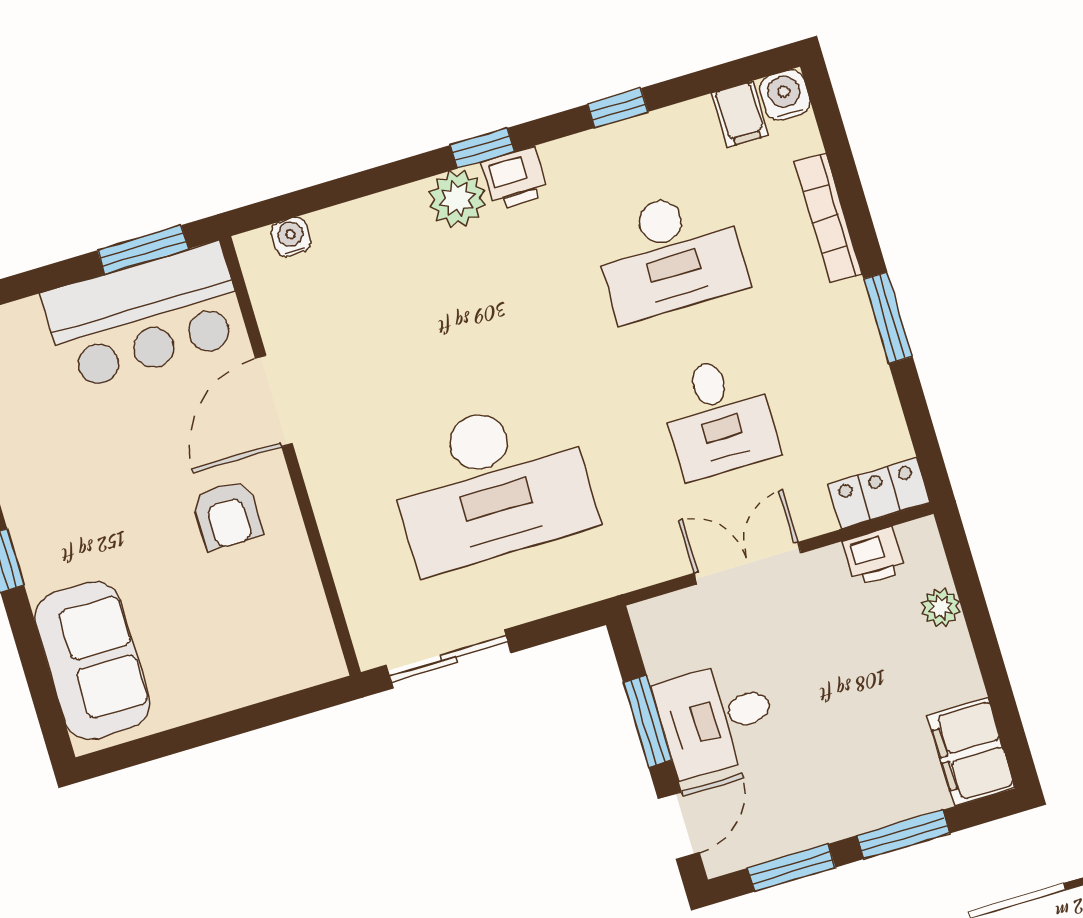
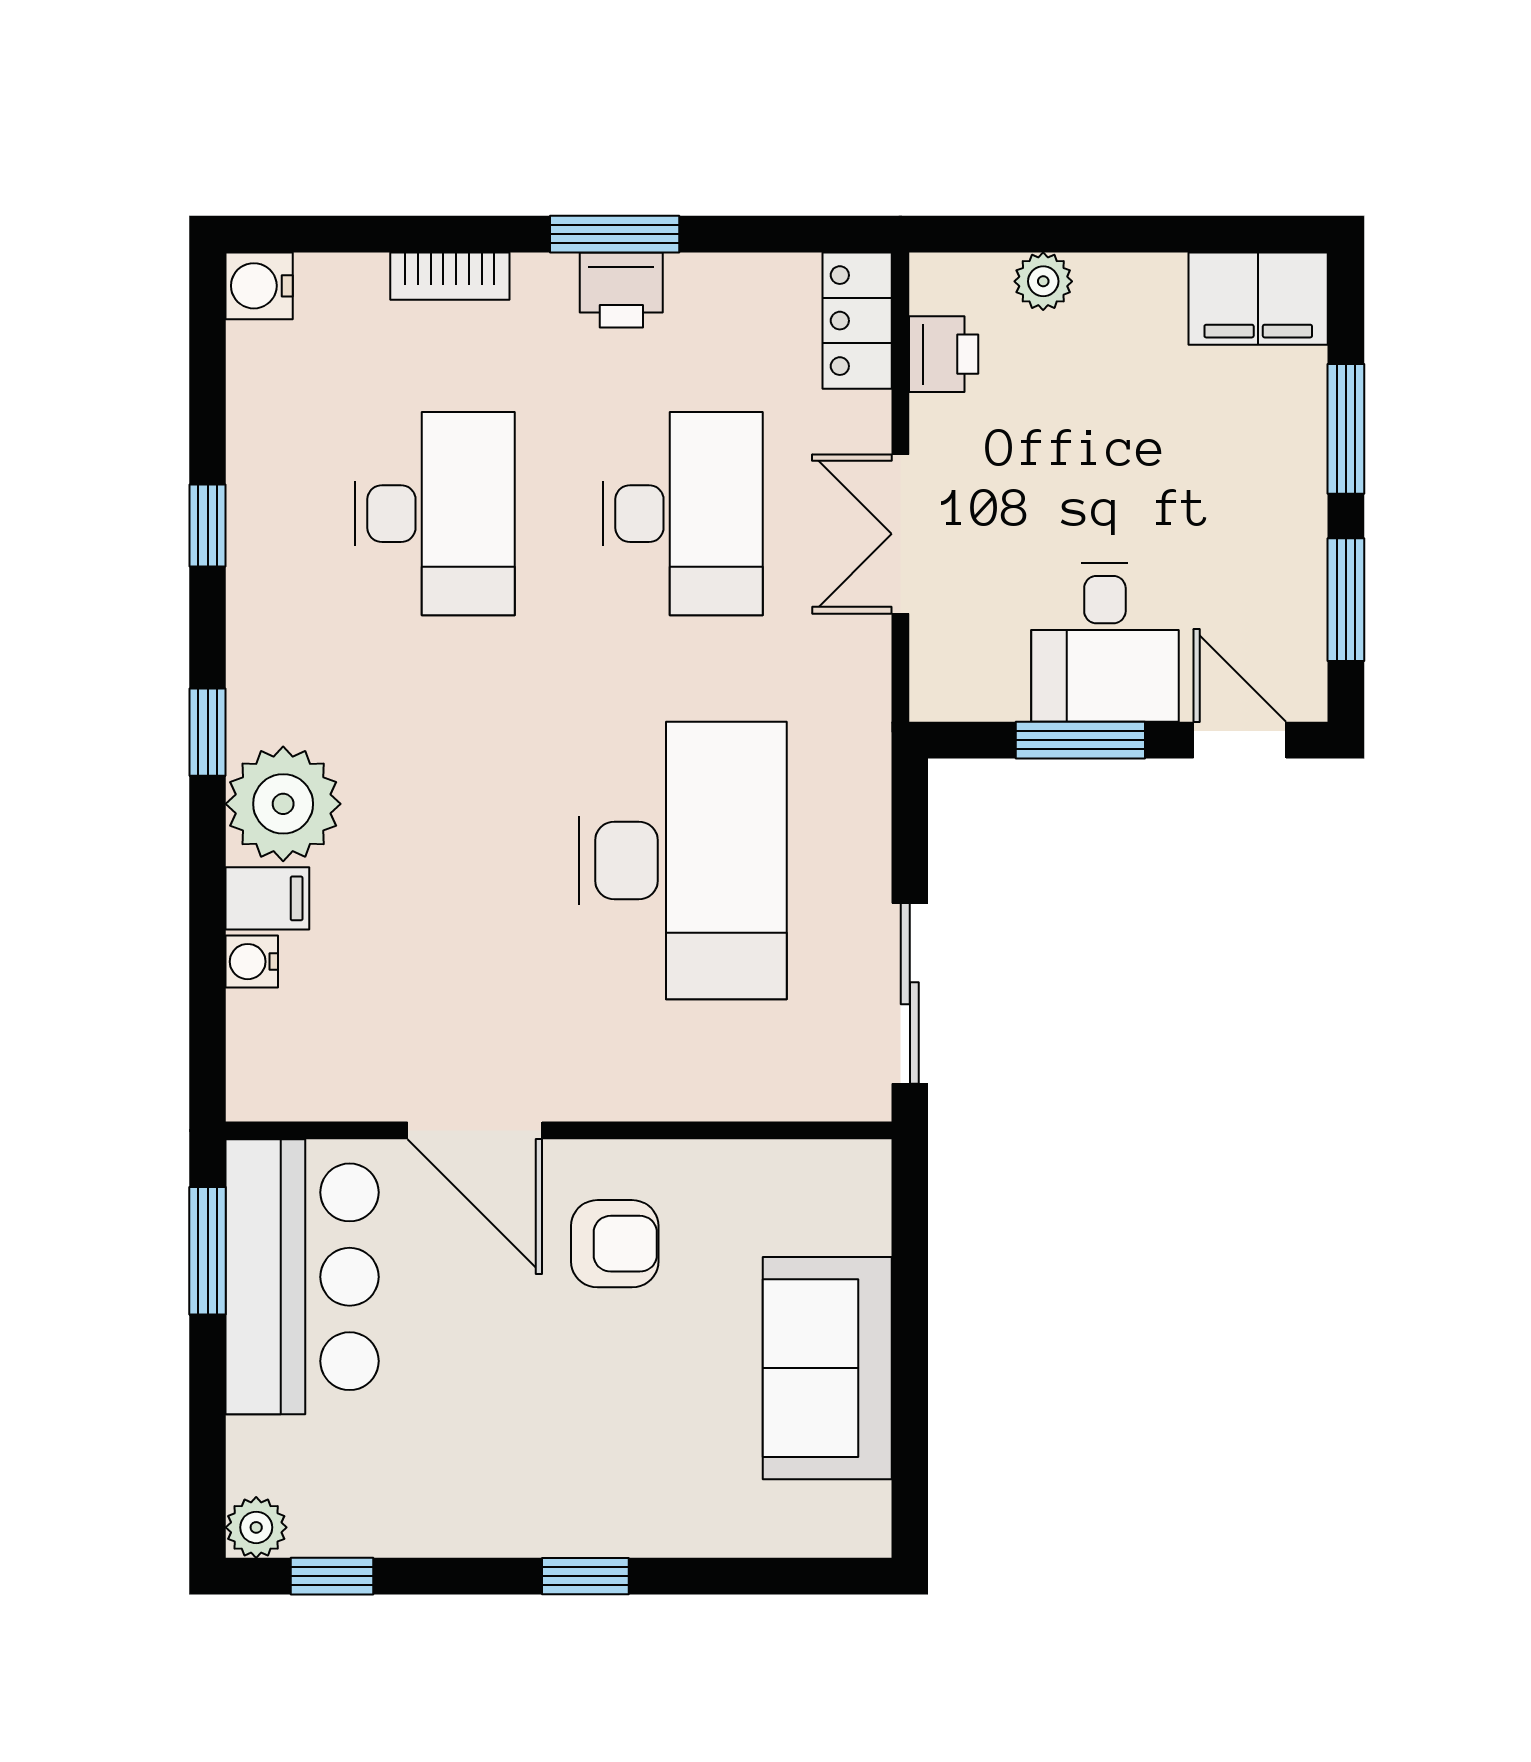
filing cabinet: (740, 114) -> (267, 898), moved
printer: (515, 178) -> (621, 290), moved, turned 90
plant: (457, 199) -> (283, 804), width x1.36, depth x1.36
bookcase: (828, 218) -> (450, 276), width x0.64
water cooler: (291, 237) -> (252, 962), moved
desk: (718, 417) -> (683, 514), width x1.37
sofa: (92, 660) -> (827, 1368), moved, turned -90

